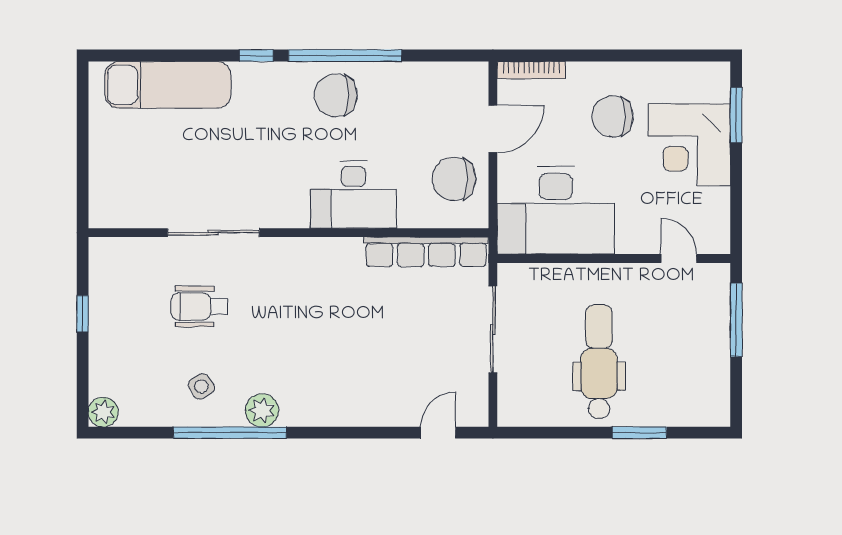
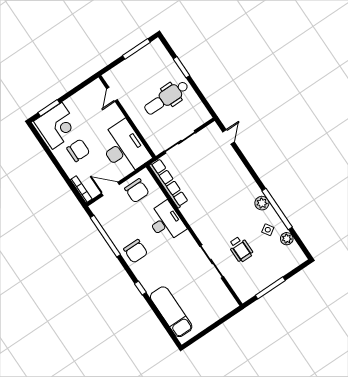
window: (345, 56) -> (105, 236), moved
chair: (613, 116) -> (78, 150), turned -90
corner desk: (689, 145) -> (57, 126), moved
window: (83, 314) -> (270, 288), width x2.17
window: (736, 320) -> (136, 49), moved
plant: (103, 412) -> (287, 239), moved
door: (438, 433) -> (228, 137), swing flipped

